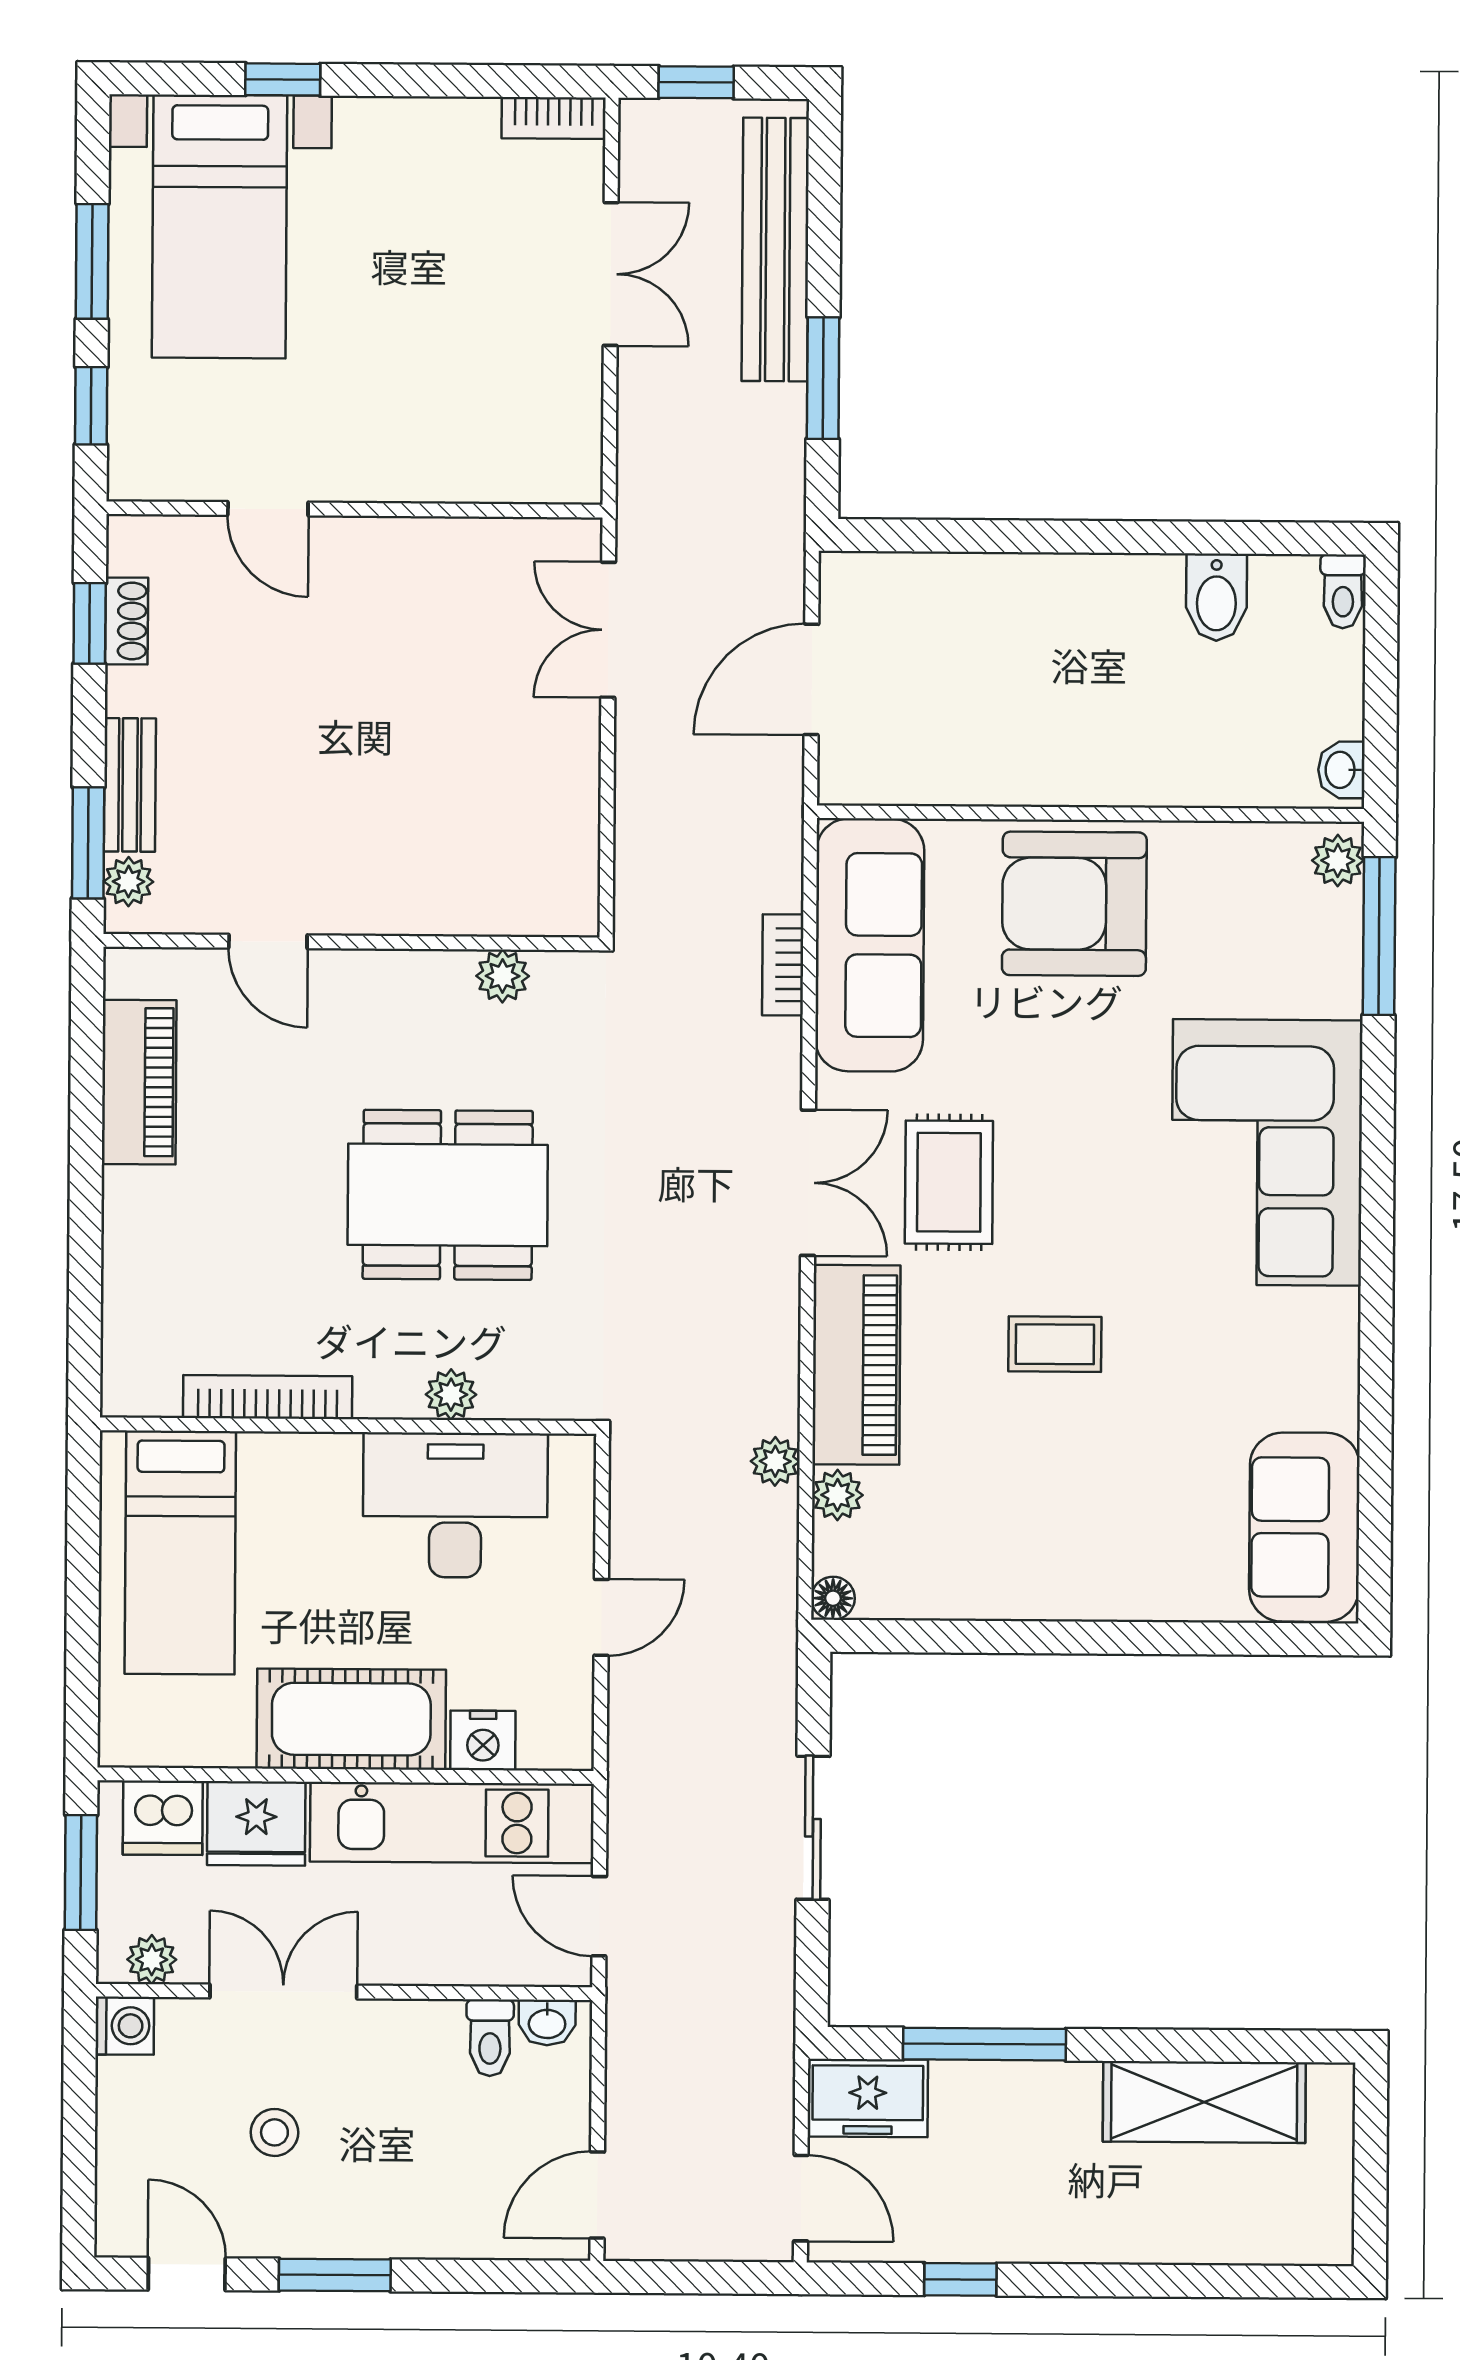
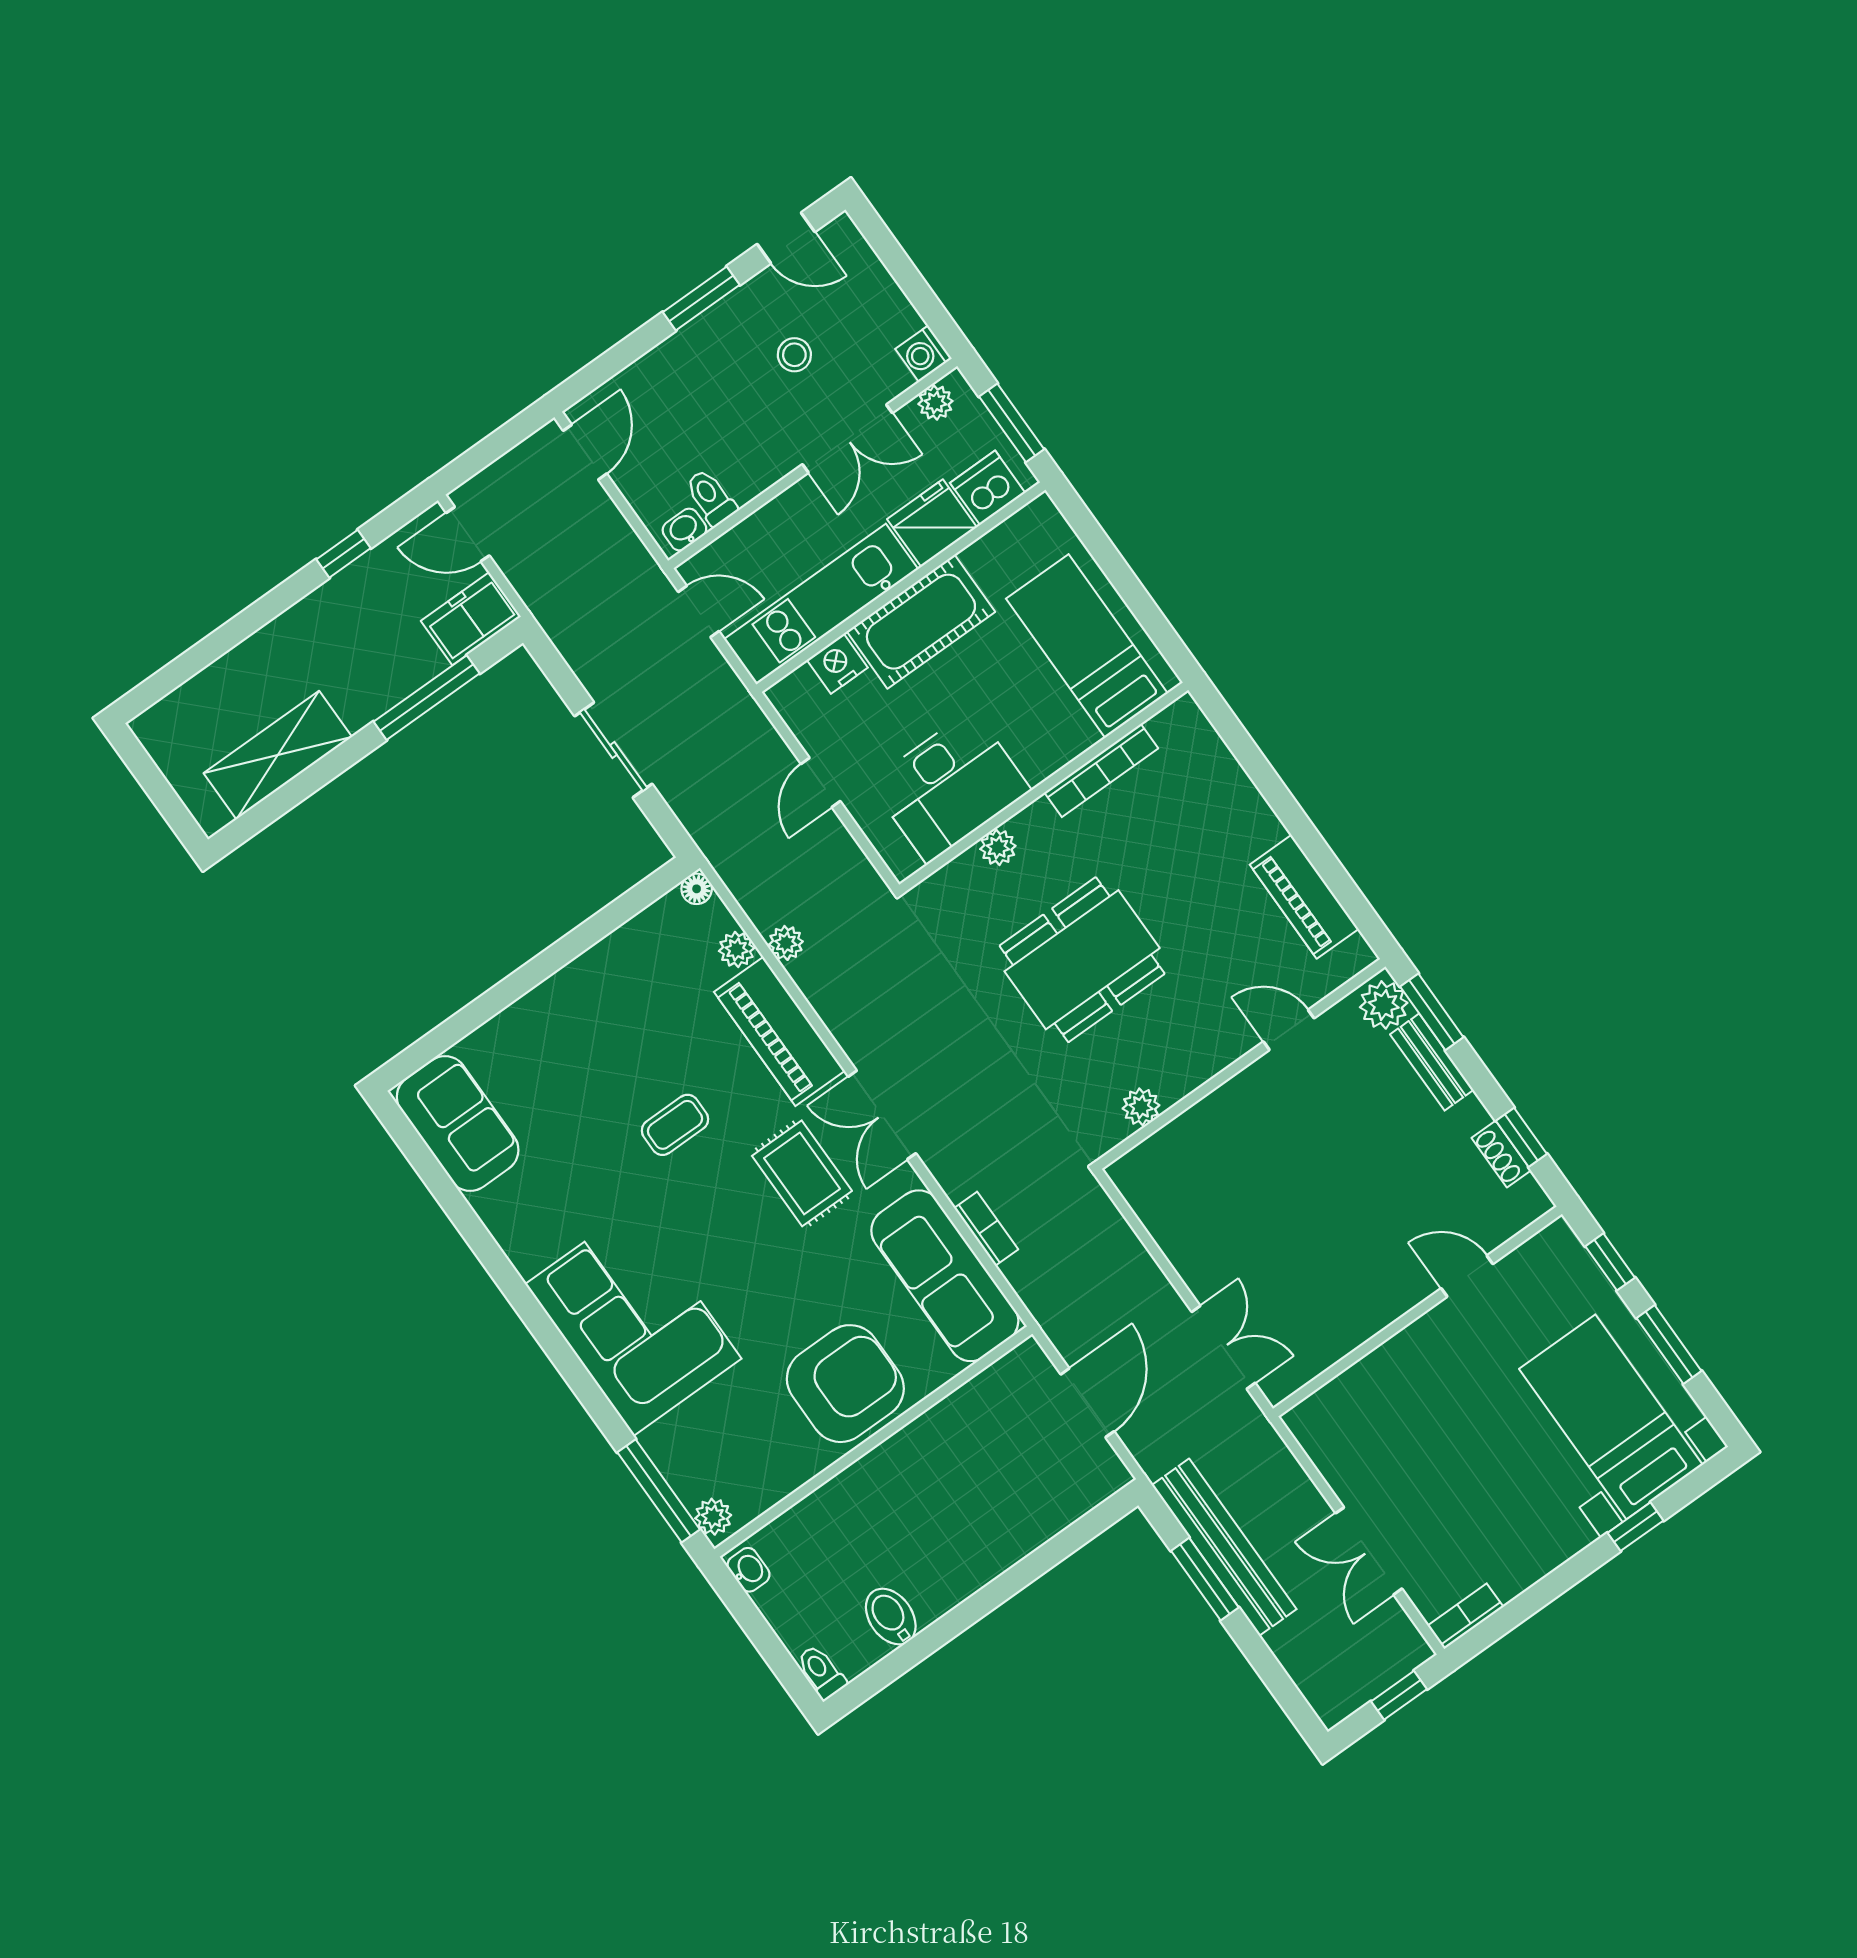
bench: (775, 249) -> (1224, 1547), moved
plant: (129, 882) -> (1384, 1005), width x1.38, depth x1.38

